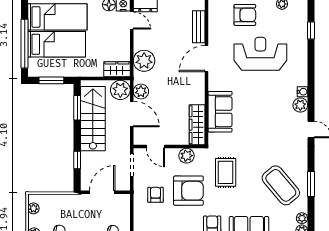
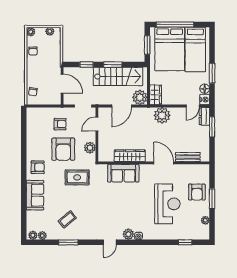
bed: (57, 44) -> (170, 49), width x1.50
plant: (141, 91) -> (139, 113), removed
window: (77, 108) -> (113, 65), moved
wardrobe: (197, 125) -> (130, 156), moved
coffee table: (281, 185) -> (67, 219), width x0.54, depth x0.58

